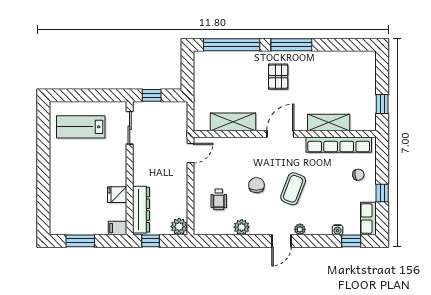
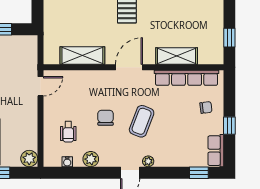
water cooler: (337, 230) -> (67, 162), moved

